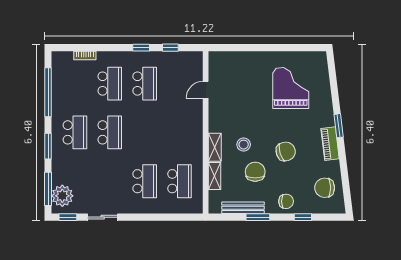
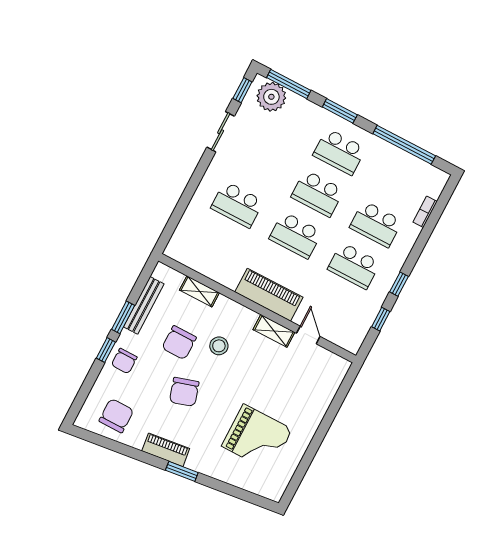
piano: (193, 129) -> (269, 295), added
shelving: (215, 147) -> (274, 331), moved
chair: (255, 172) -> (179, 343), turned 90
school desk: (180, 181) -> (296, 235), moved
window: (303, 217) -> (106, 350), moved

